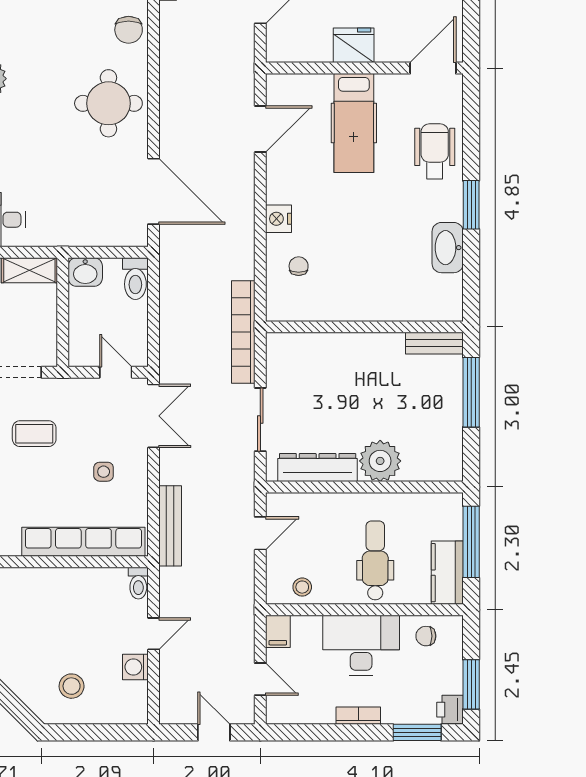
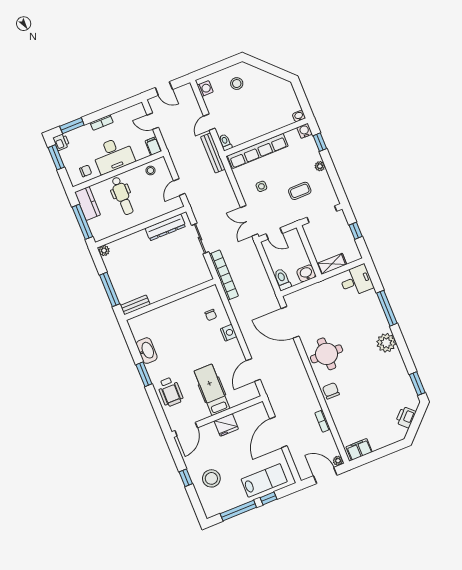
plant: (380, 461) -> (104, 251), moved, width x0.53, depth x0.53
bench: (170, 526) -> (213, 153), moved
washing machine: (135, 667) -> (205, 89), moved

